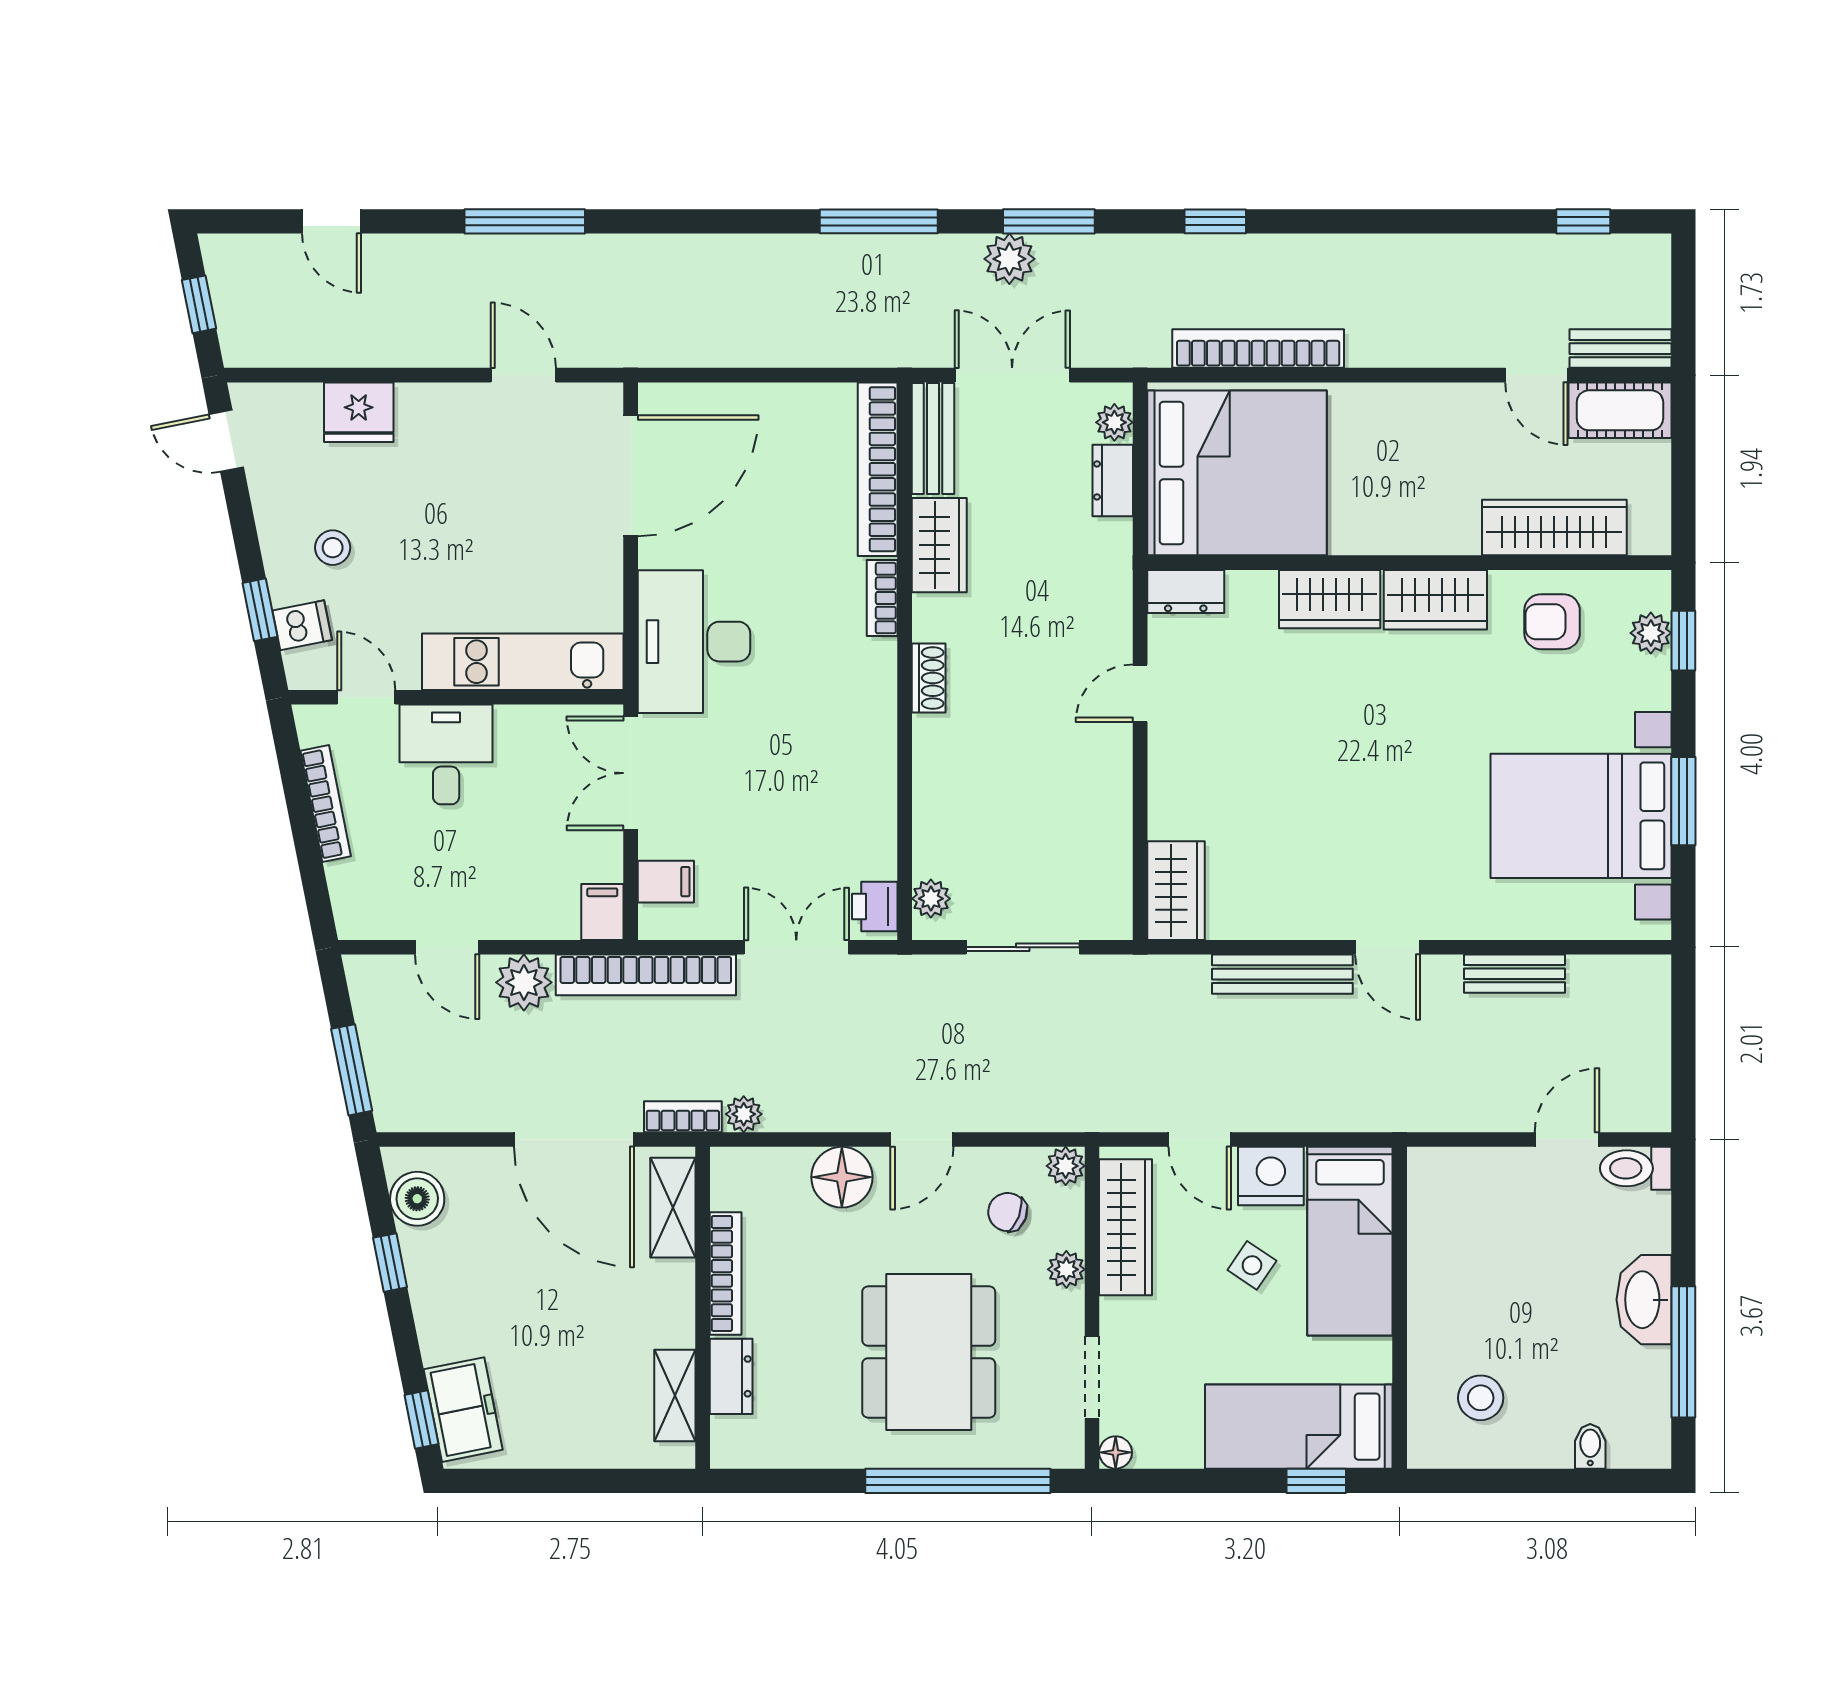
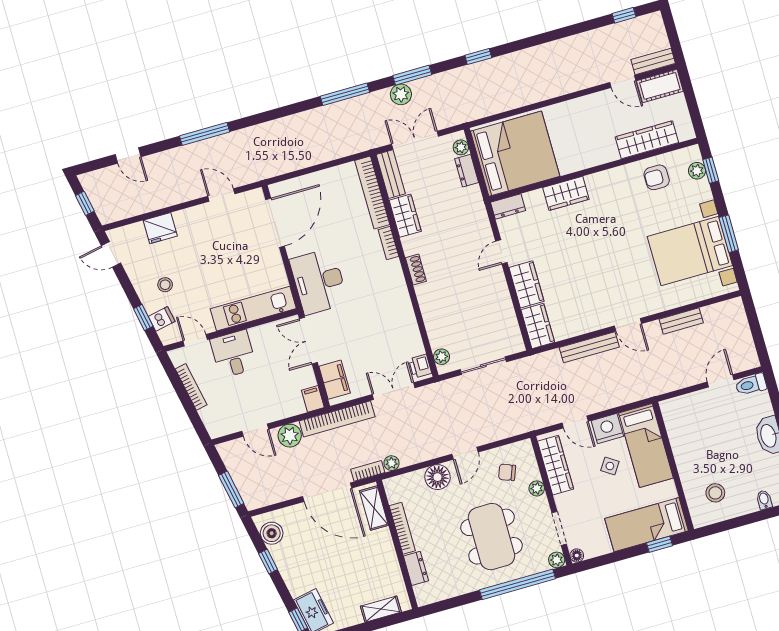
bookcase: (1258, 349) -> (510, 102), removed
wardrobe: (1435, 600) -> (526, 284), moved, turned -90
filing cabinet: (666, 882) -> (335, 380), width x2.00
plant: (1066, 1166) -> (557, 560), moved
shelving: (675, 1396) -> (381, 609), moved, turned 90

